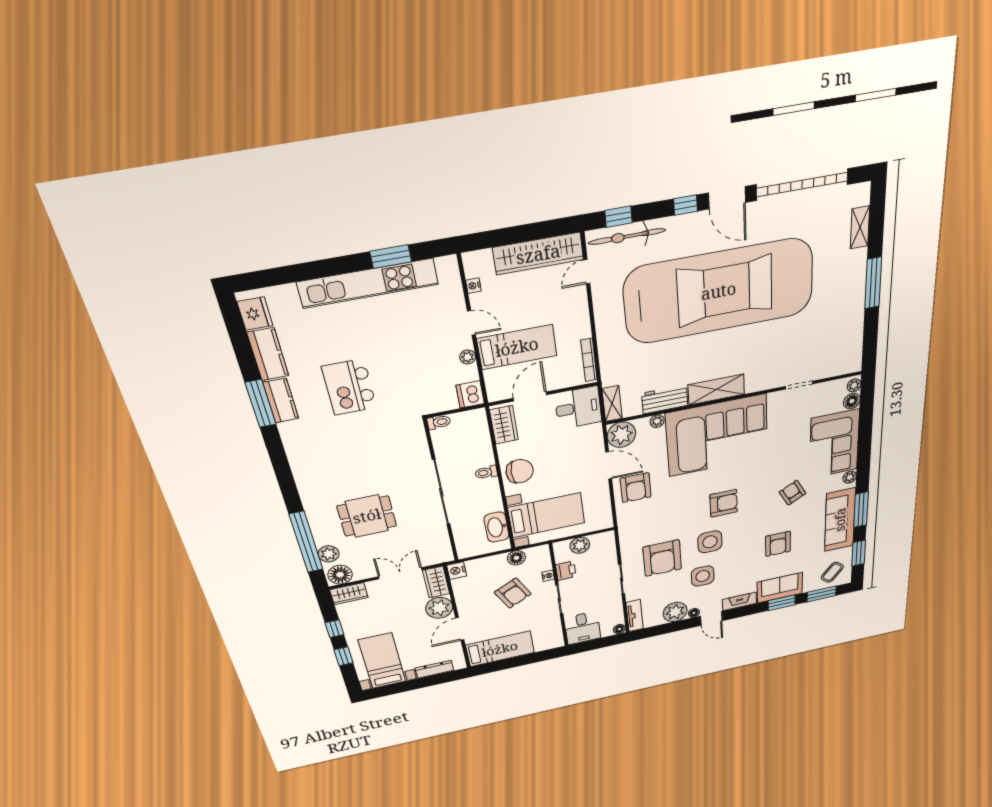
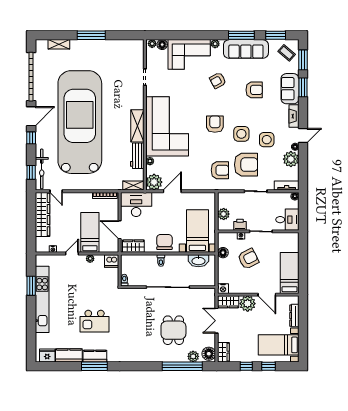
desk: (578, 408) -> (136, 204), width x1.37
armchair: (636, 488) -> (220, 170), moved

